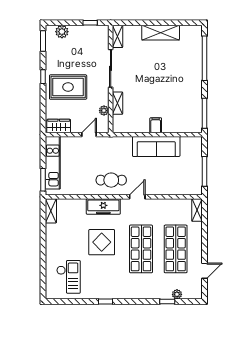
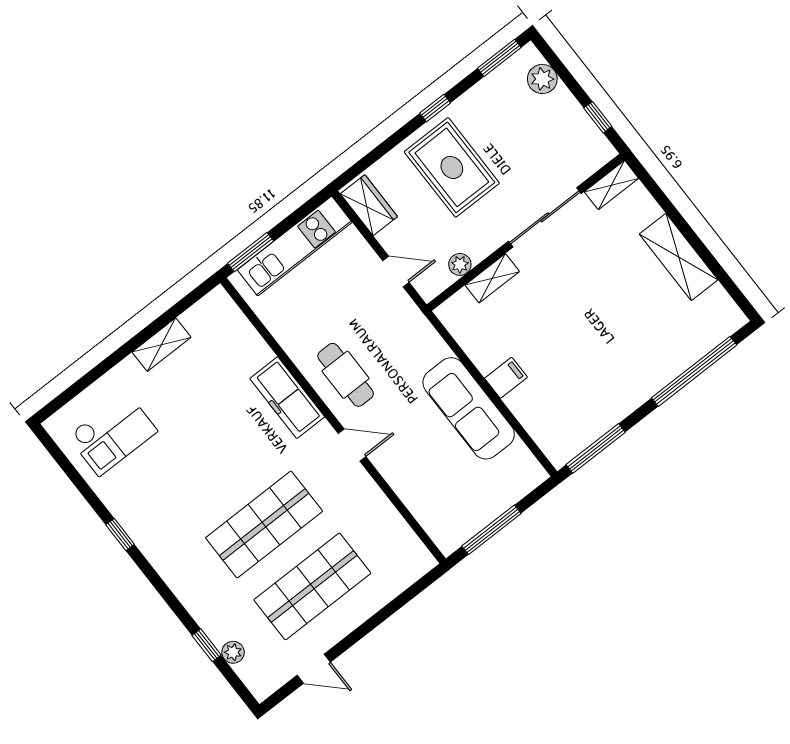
shelving: (197, 210) -> (412, 570), removed
shelving: (51, 211) -> (161, 345), moved
display table: (102, 242) -> (221, 445), removed

